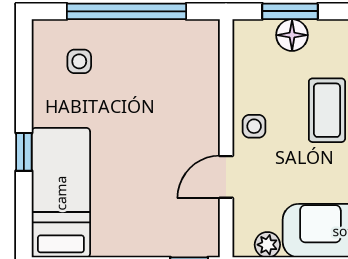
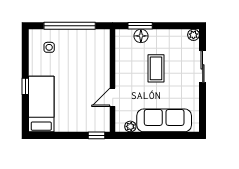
side table: (254, 126) -> (125, 75), removed

